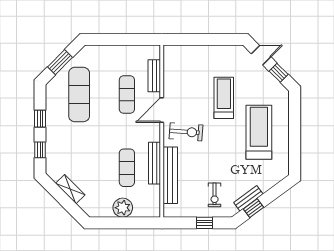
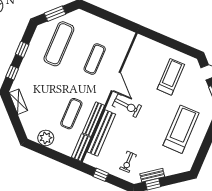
bench: (154, 76) -> (81, 147), moved
treadmill: (224, 98) -> (171, 77), moved
door: (162, 110) -> (116, 82), swing flipped
shelving: (70, 189) -> (18, 102), moved
plant: (123, 208) -> (46, 138), moved
window: (204, 223) -> (101, 175), moved

